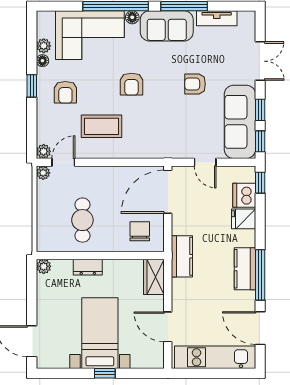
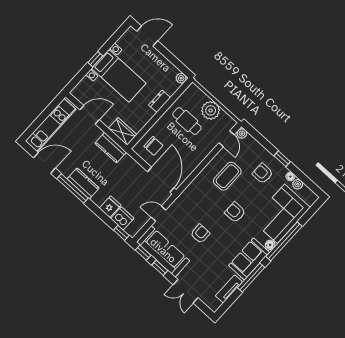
armchair: (195, 84) -> (200, 234), moved
plant: (43, 173) -> (211, 110), moved, width x1.87, depth x1.87
kitchen counter: (182, 256) -> (111, 148), moved

